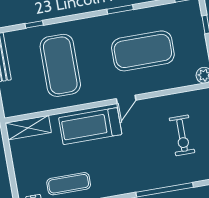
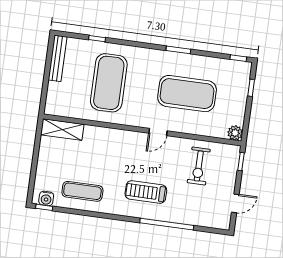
treadmill: (90, 126) -> (146, 192), moved, width x0.73, depth x0.73
exercise bike: (182, 135) -> (199, 166), moved

